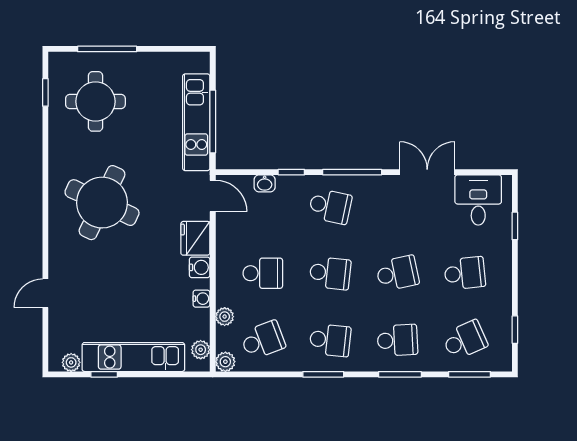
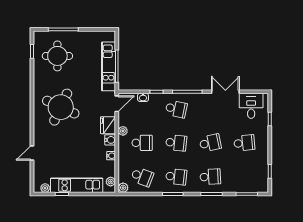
door: (213, 196) -> (117, 104), hinge flipped
plant: (225, 317) -> (123, 131), moved
school desk: (263, 340) -> (142, 177), turned 42
school desk: (465, 340) -> (244, 177), removed

